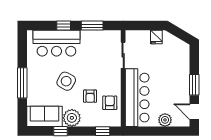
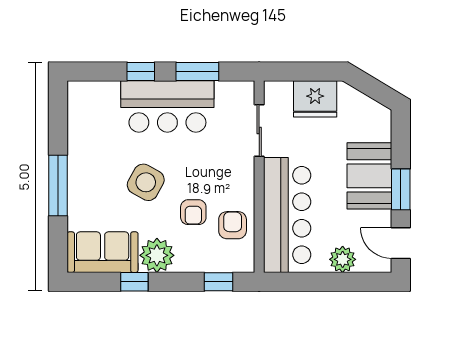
fridge: (156, 37) -> (315, 99), width x1.88, depth x1.34
bar counter: (56, 43) -> (167, 106), moved
booth: (178, 78) -> (369, 176), added

